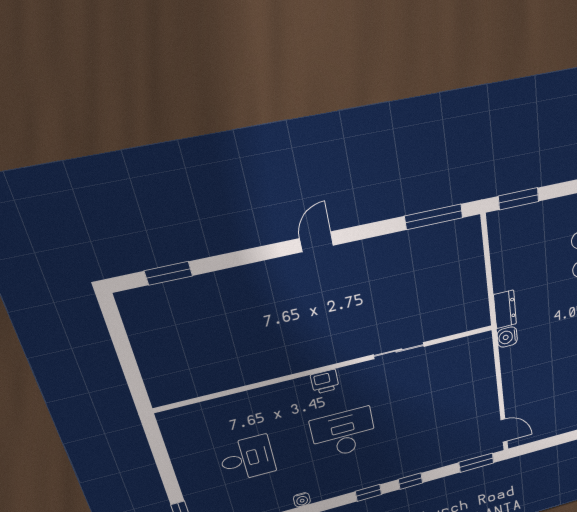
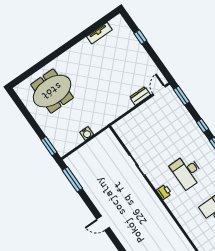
dresser: (505, 309) -> (140, 96), moved
water cooler: (507, 337) -> (87, 133), moved

